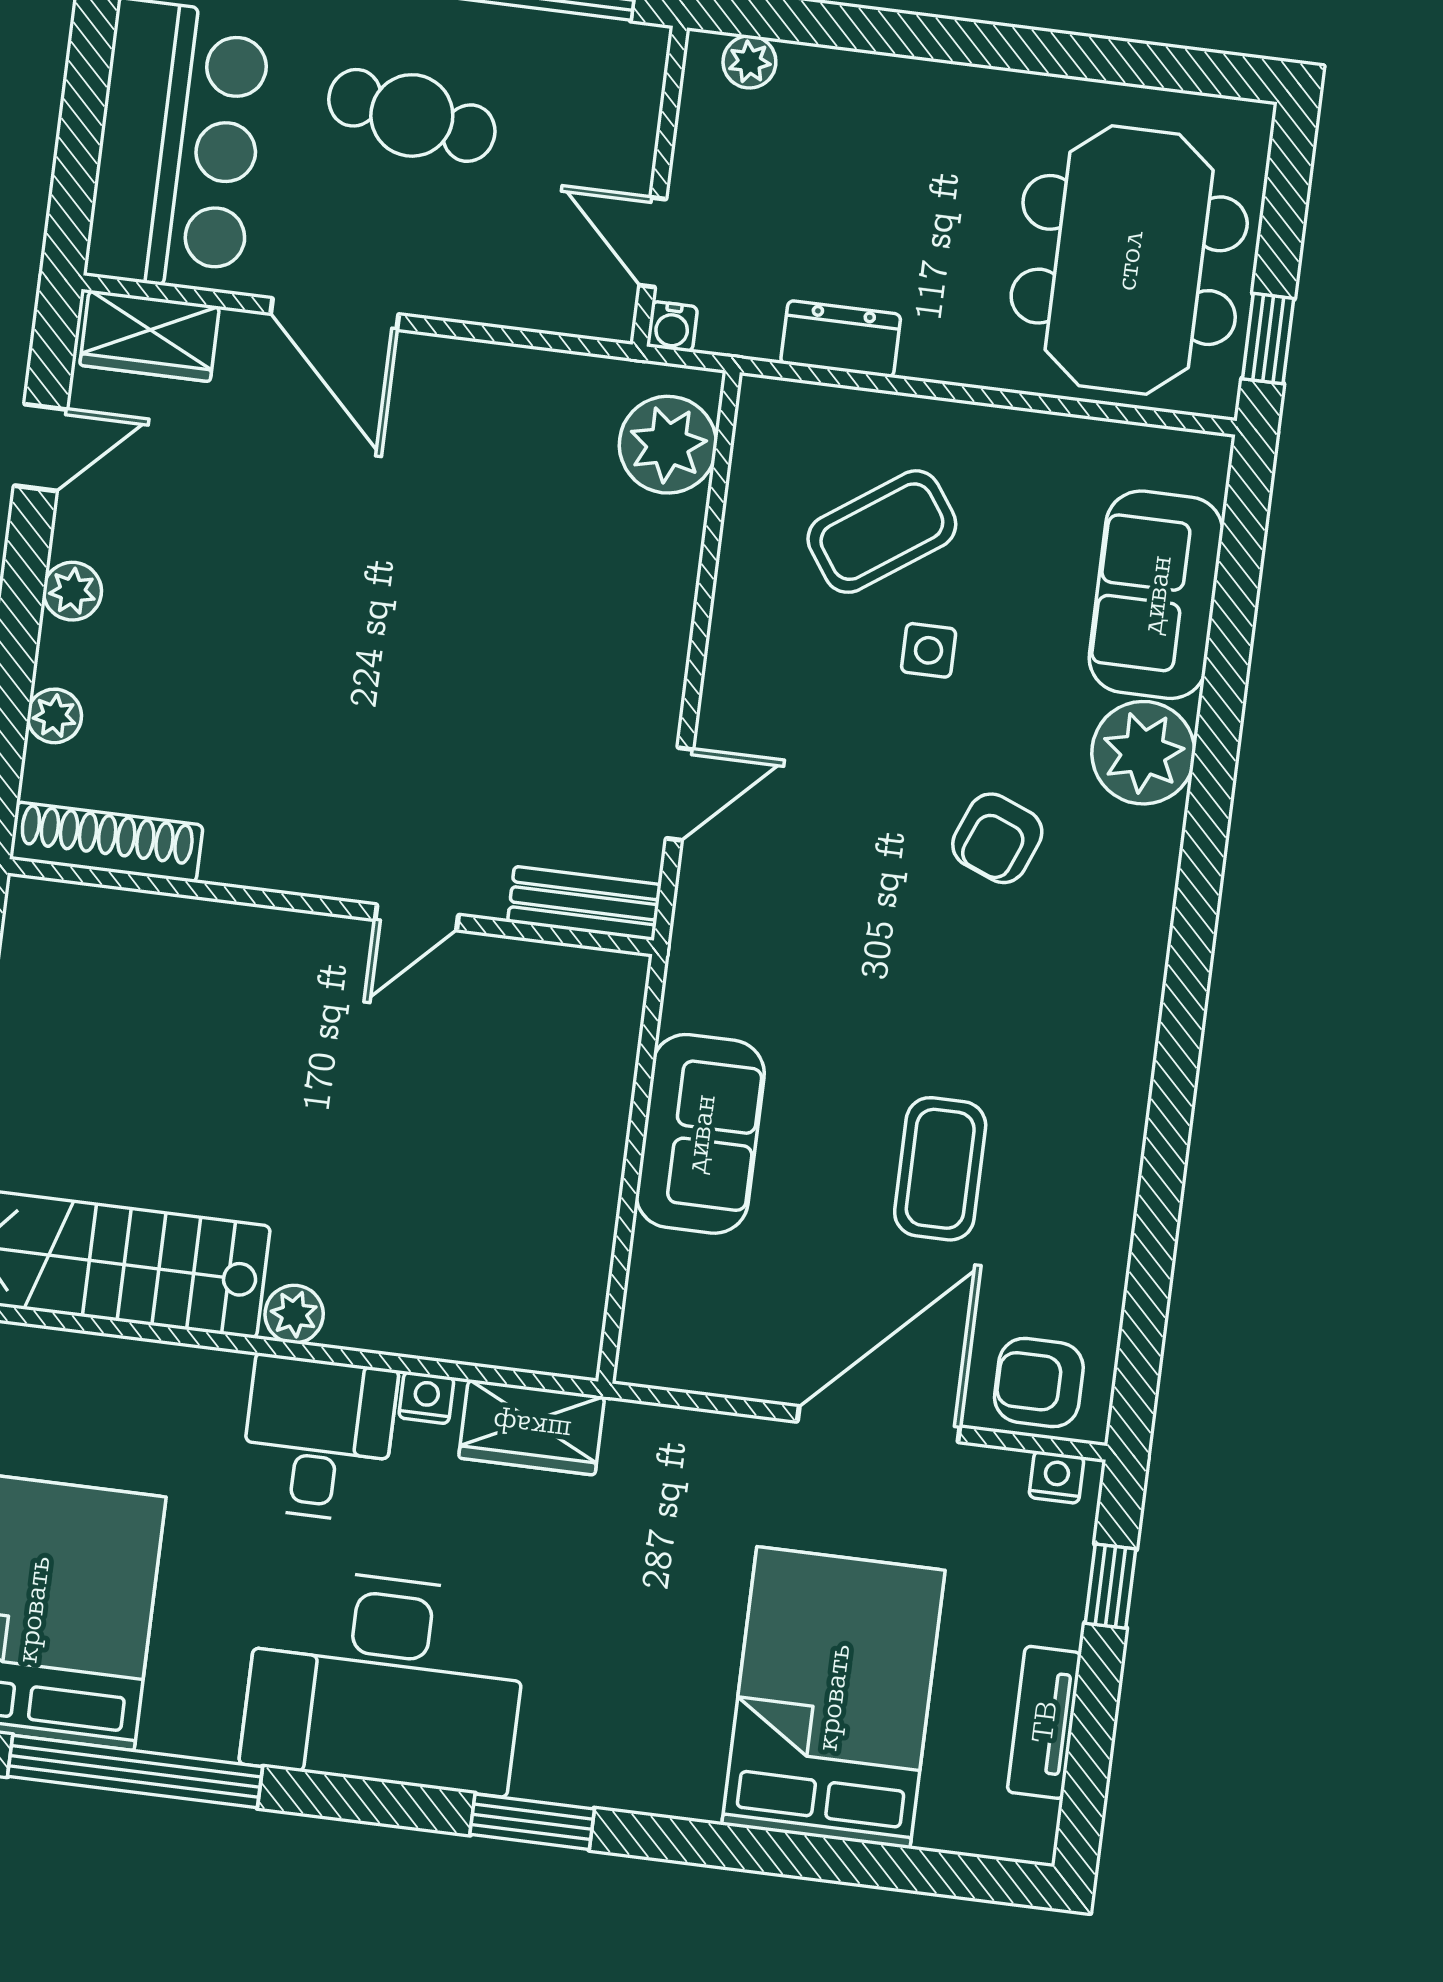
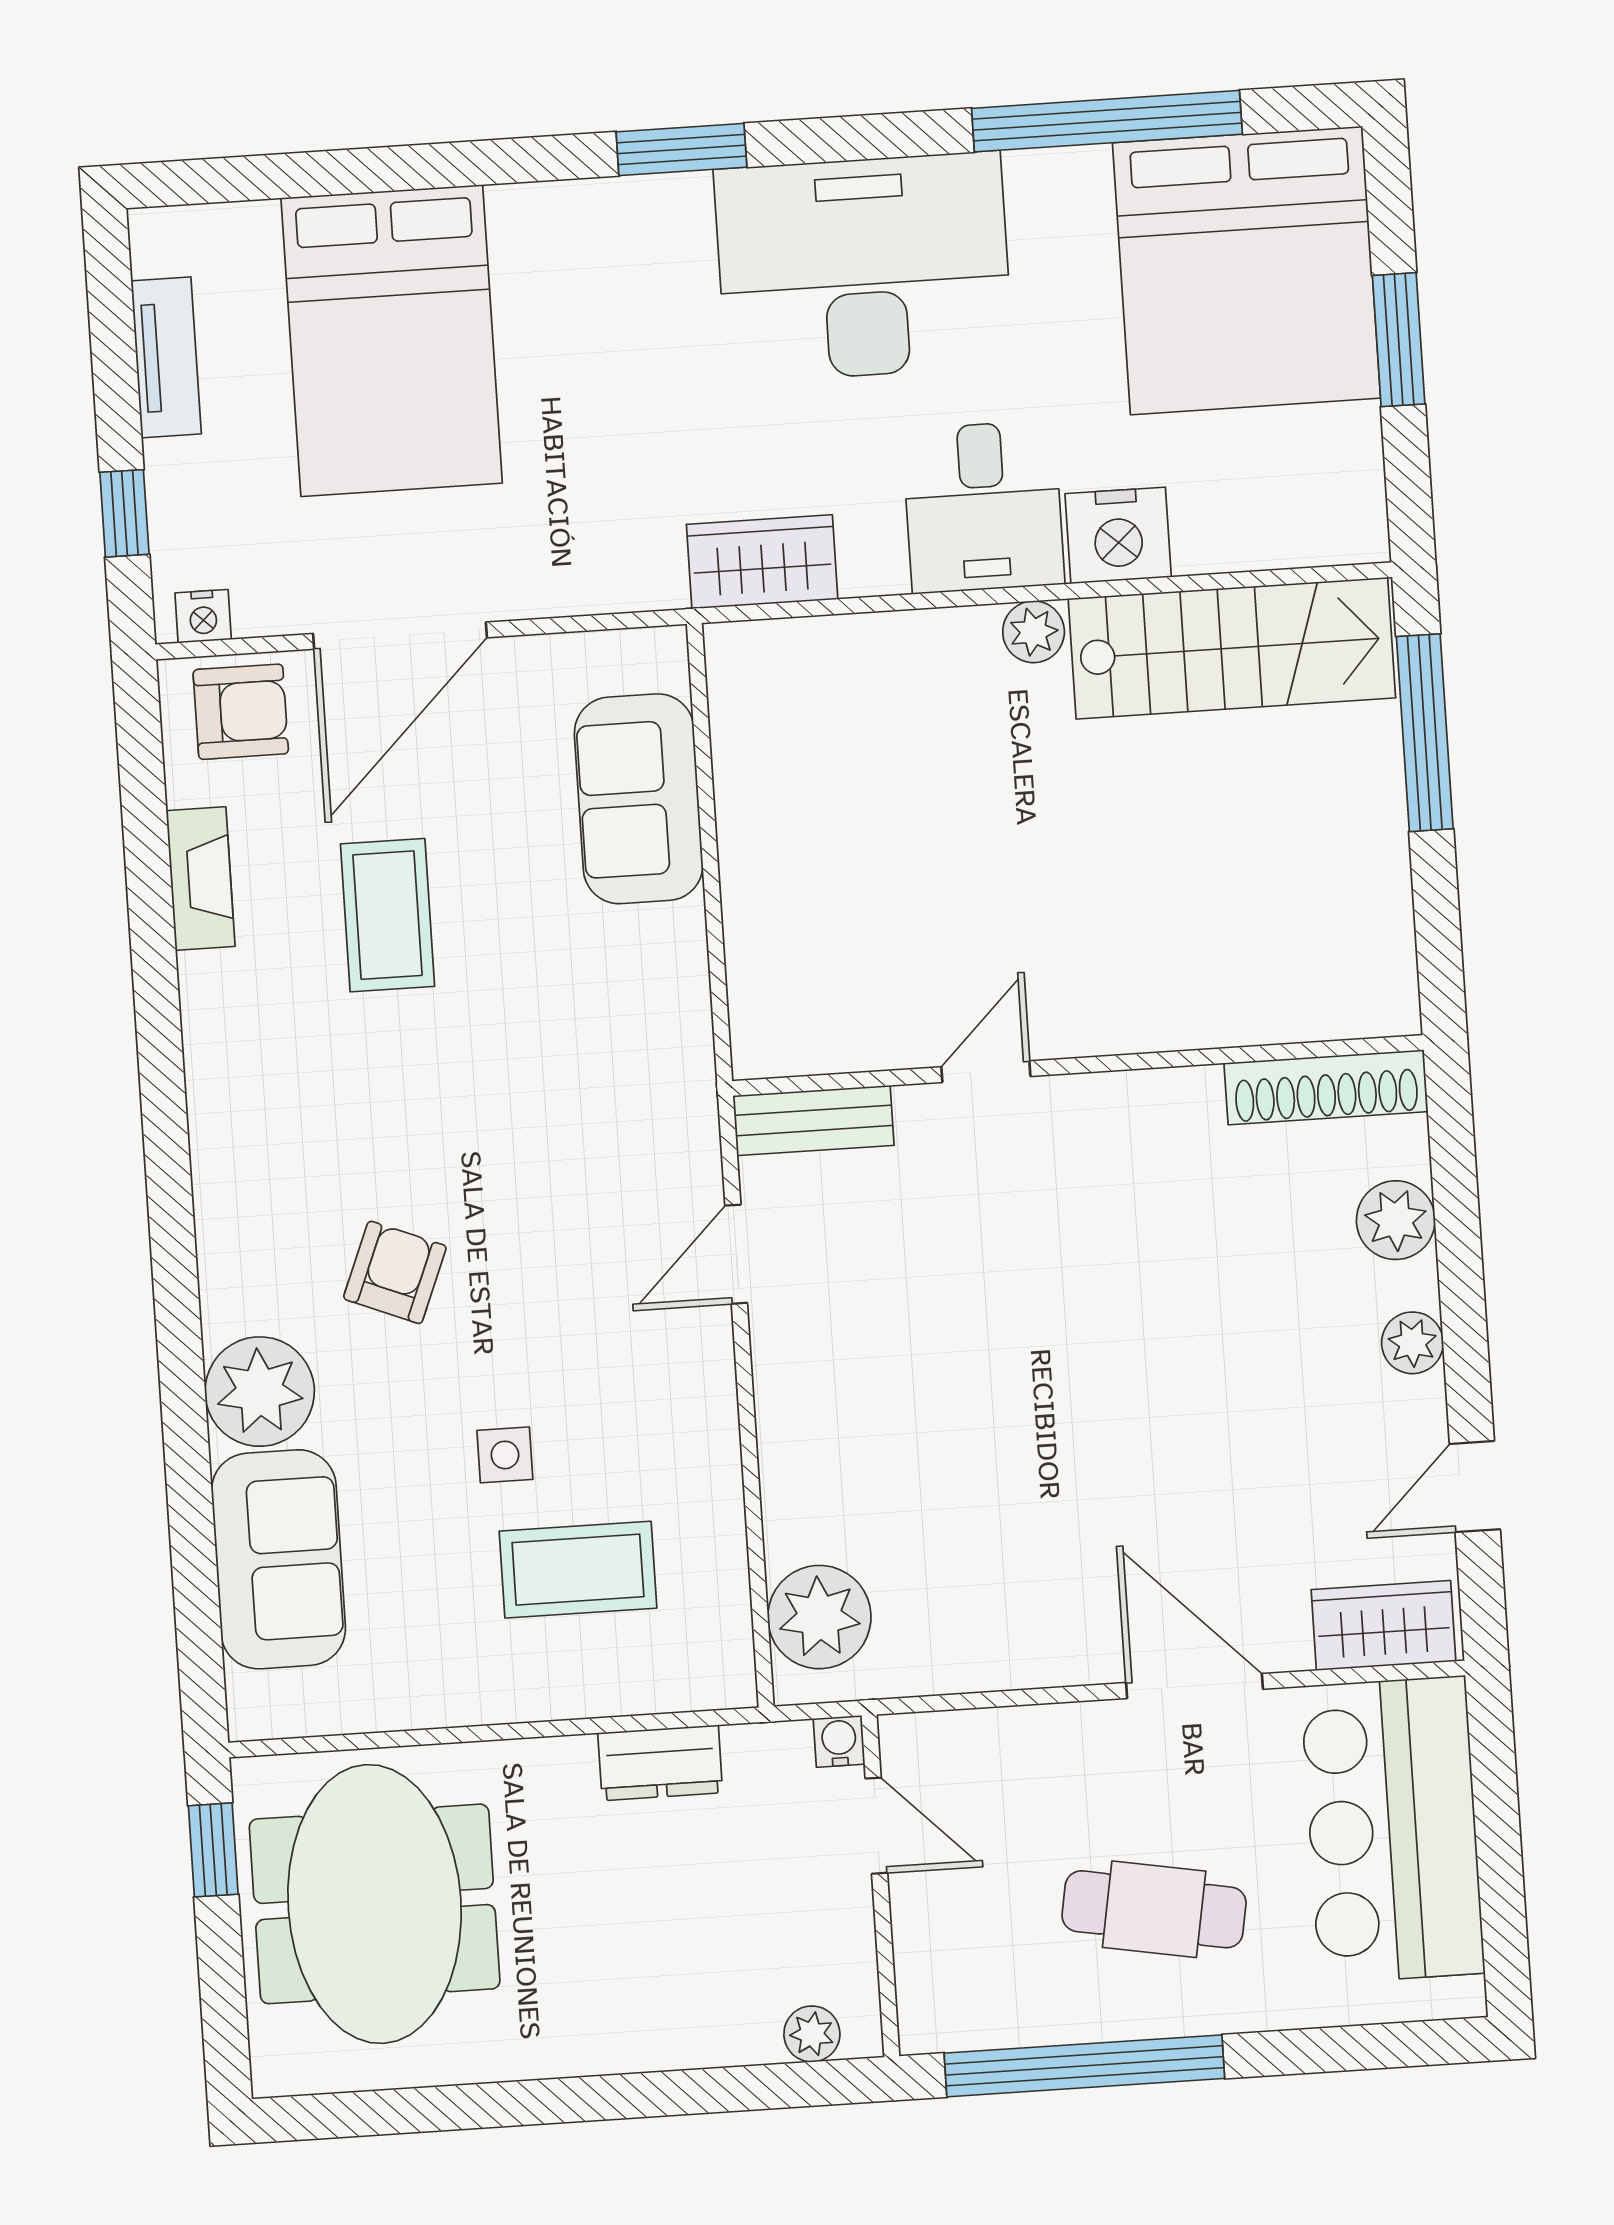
coffee table: (882, 532) -> (578, 1570), turned 35
plant: (54, 716) -> (1396, 1220), width x1.38, depth x1.38
sofa: (700, 1134) -> (639, 799), moved
fireplace: (1106, 1236) -> (201, 879), added
nightstand: (426, 1398) -> (1118, 535), moved, width x1.89, depth x1.79

